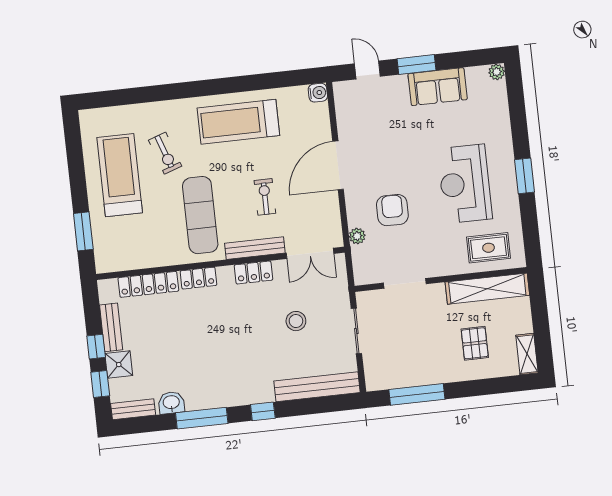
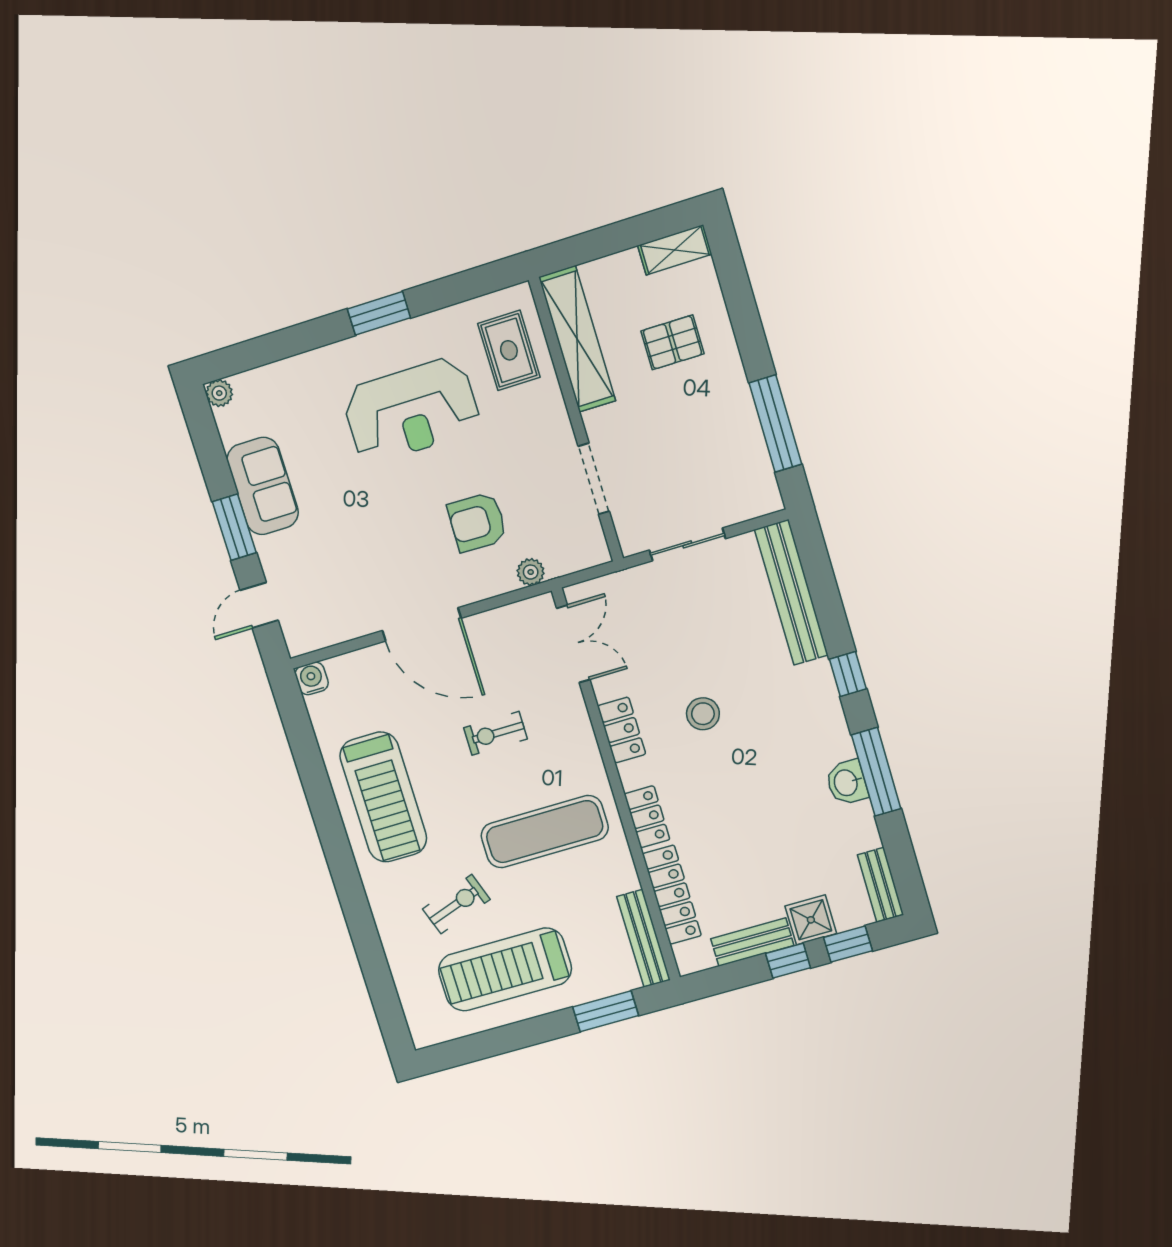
bench: (255, 248) -> (643, 938), moved
stool: (296, 321) -> (703, 714), moved
washbasin: (171, 403) -> (847, 783), moved

